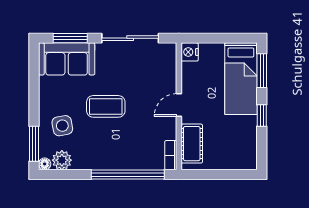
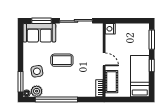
bed: (241, 79) -> (140, 76), moved, turned 180
door: (179, 105) -> (104, 59), swing flipped
window: (128, 175) -> (56, 99), moved

